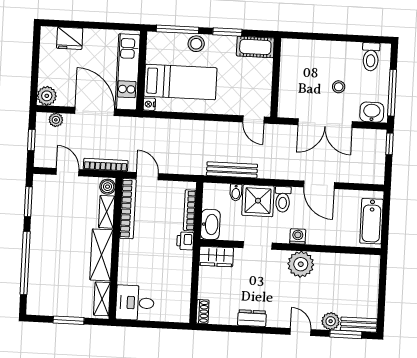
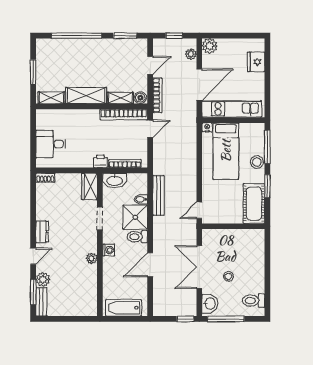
cot: (255, 47) -> (254, 204), width x1.37, depth x1.34
plant: (301, 264) -> (92, 258), width x0.53, depth x0.53
desk: (135, 303) -> (51, 144), moved, turned -90
dresser: (252, 318) -> (42, 232), moved

